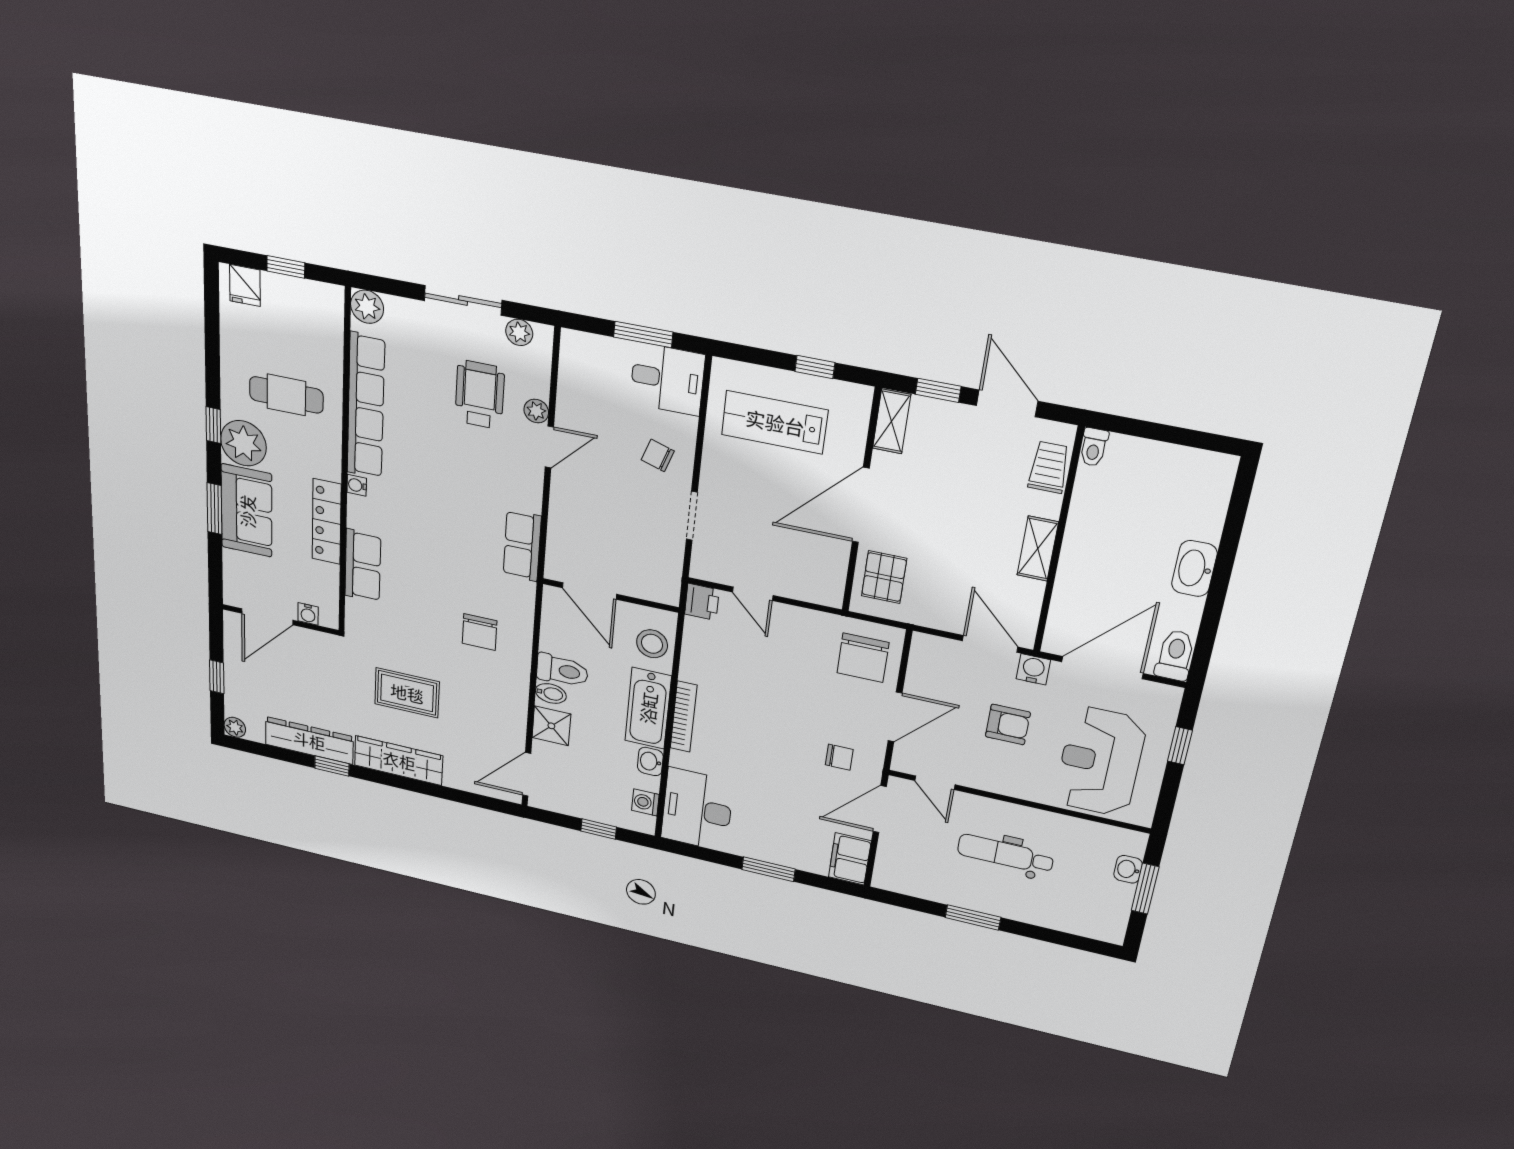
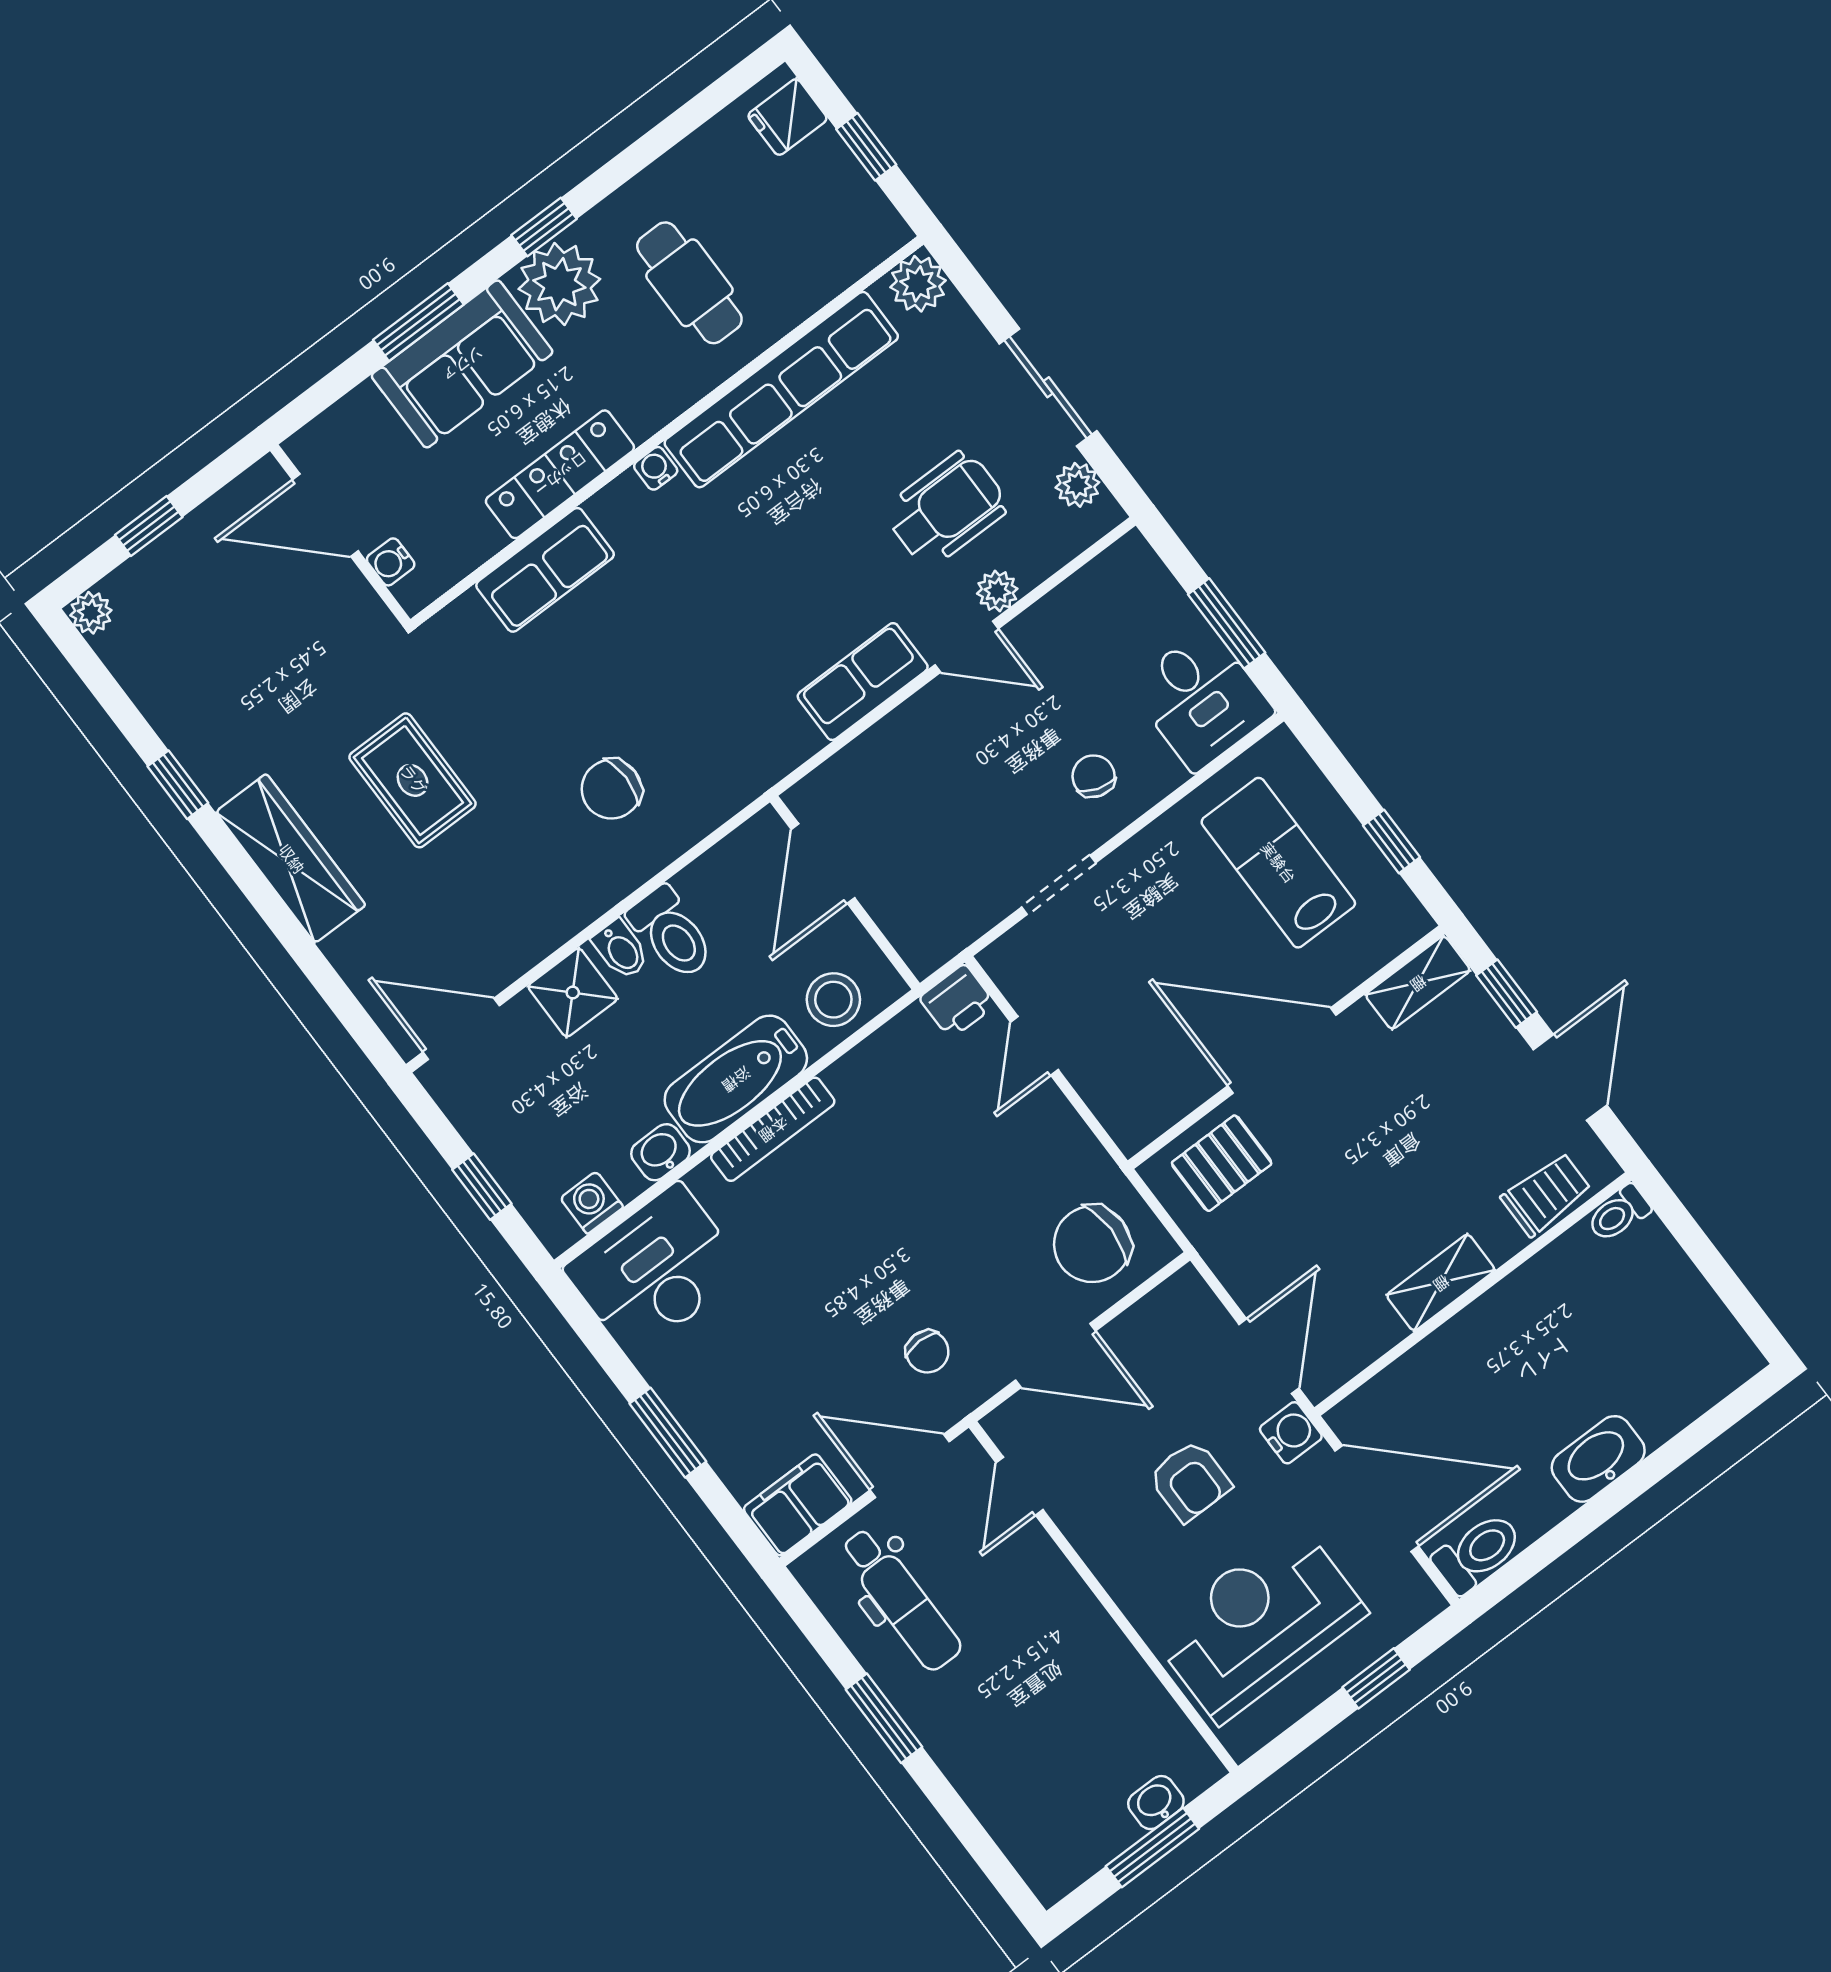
row of seats: (522, 546) -> (863, 682), moved
dresser: (309, 740) -> (186, 723), removed
dental chair: (1005, 854) -> (901, 1599), moved, turned 180

